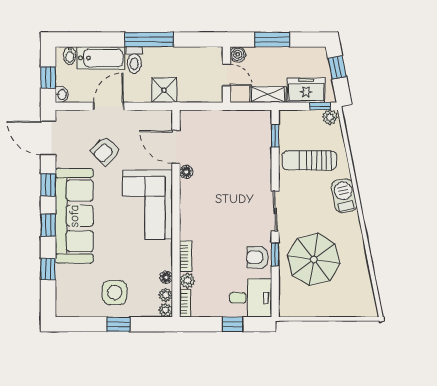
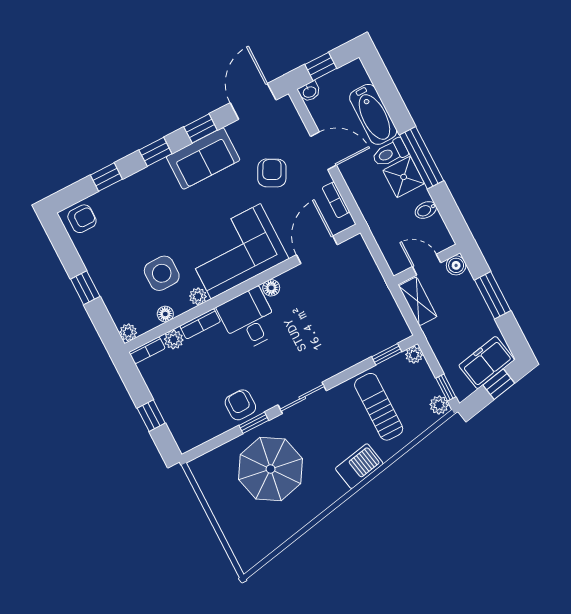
bidet: (70, 56) -> (426, 210), moved
door: (226, 75) -> (427, 265), swing flipped
shower: (164, 90) -> (404, 177), moved
freezer: (306, 90) -> (487, 363), moved, turned -101
shelving: (268, 94) -> (418, 301), moved
bookcase: (148, 115) -> (336, 200), added
plant: (286, 117) -> (414, 355), added
armchair: (105, 151) -> (272, 173), turned 73
floor lamp: (186, 172) -> (271, 288), moved
sofa: (74, 216) -> (203, 158), width x0.54, depth x0.79
side table: (115, 292) -> (162, 273), moved
plant: (166, 295) -> (198, 296), moved
desk: (251, 298) -> (249, 319), moved, turned 180
armchair: (69, 301) -> (82, 219), added

